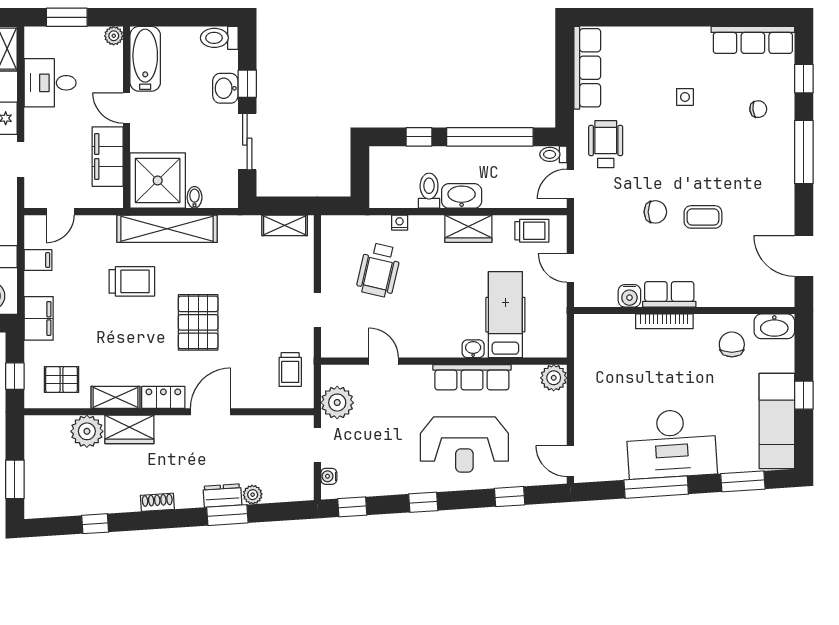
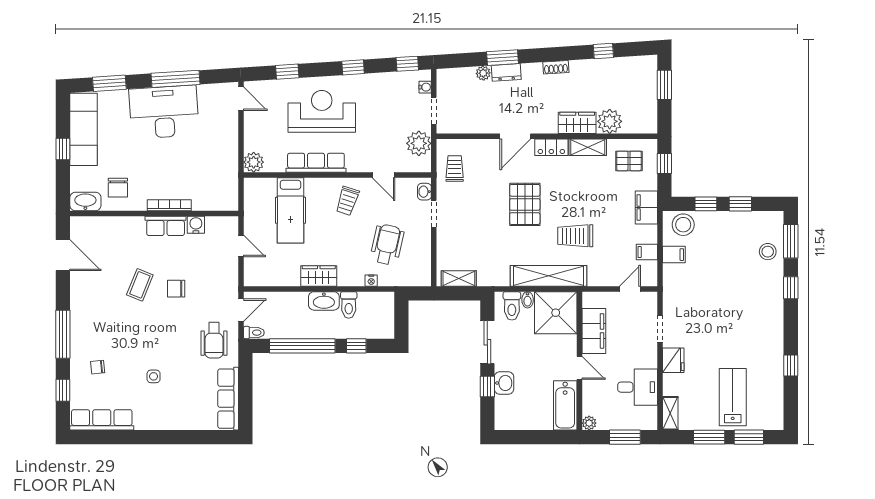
toilet: (219, 38) -> (512, 306), moved, turned 90
coffee table: (703, 217) -> (140, 285), turned -68
trolley: (532, 231) -> (347, 201), moved, turned -72
washbasin: (473, 349) -> (424, 192), moved, turned 90

